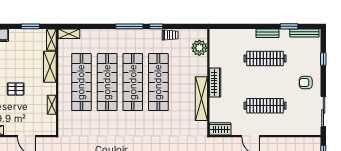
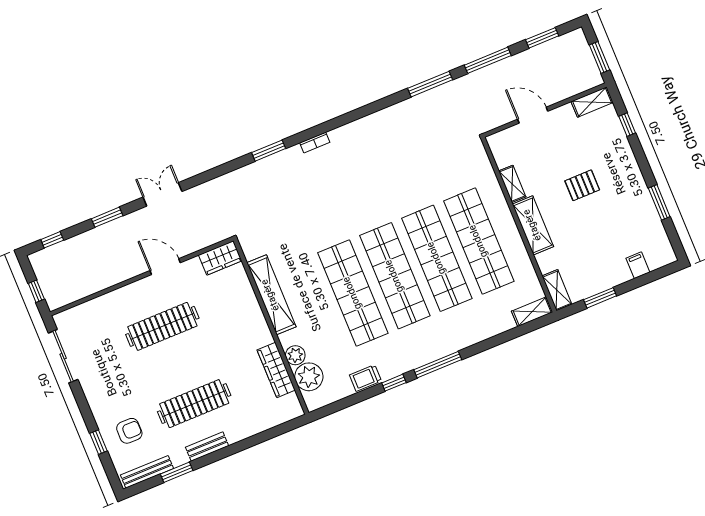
plant: (202, 62) -> (295, 355), added
shelving: (50, 67) -> (533, 225), moved
wardrobe: (215, 82) -> (276, 370), moved
armchair: (306, 83) -> (129, 431), moved

